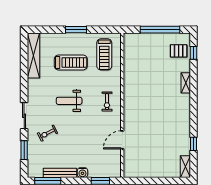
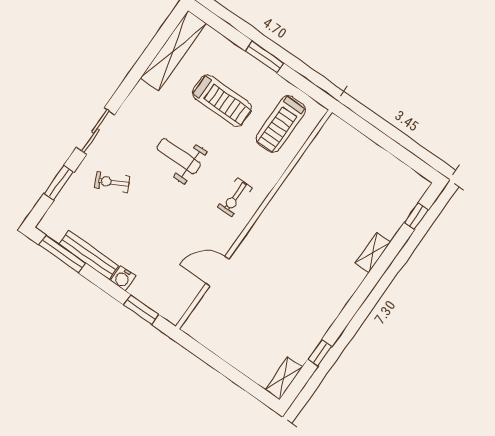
window: (160, 30) -> (391, 146), removed
pallet: (179, 51) -> (396, 197), removed

